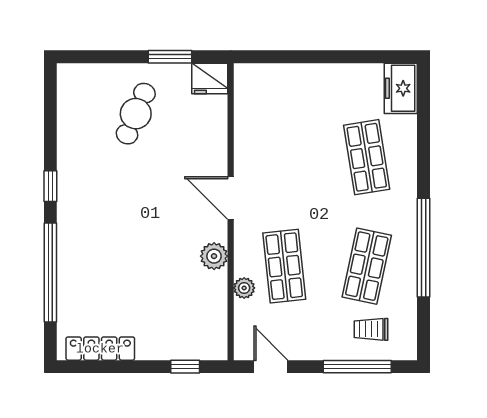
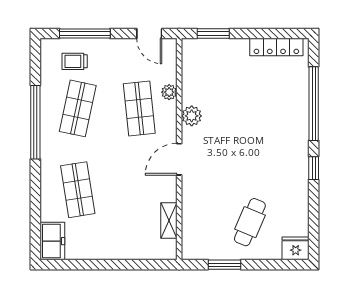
fridge: (210, 78) -> (296, 248), moved
shelving: (244, 116) -> (169, 220), added
door: (231, 198) -> (179, 159), swing flipped
trolley: (371, 329) -> (75, 61), turned 180
window: (185, 367) -> (213, 33), width x1.50

